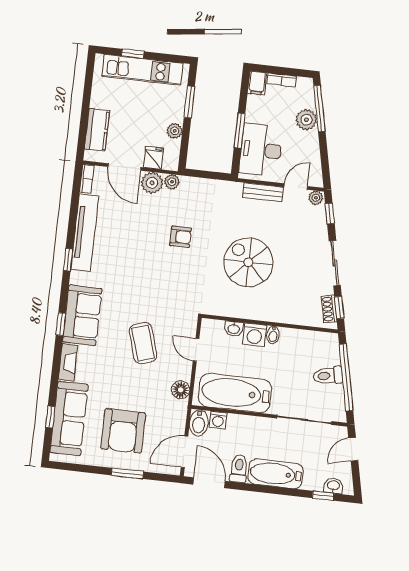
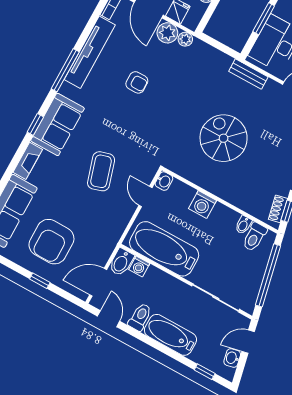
bench: (263, 192) -> (248, 74), moved
armchair: (181, 237) -> (137, 82), moved
window: (68, 260) -> (65, 70), width x2.17
washbasin: (234, 329) -> (164, 181), moved, turned -90
bidet: (273, 335) -> (243, 225), moved
toilet: (328, 376) -> (254, 237), moved, turned -78
floor lamp: (181, 390) -> (117, 226), removed
window: (127, 473) -> (40, 281), width x0.67
door: (209, 483) -> (109, 319), width x0.73
washbasin: (334, 486) -> (232, 358), moved, turned -102

